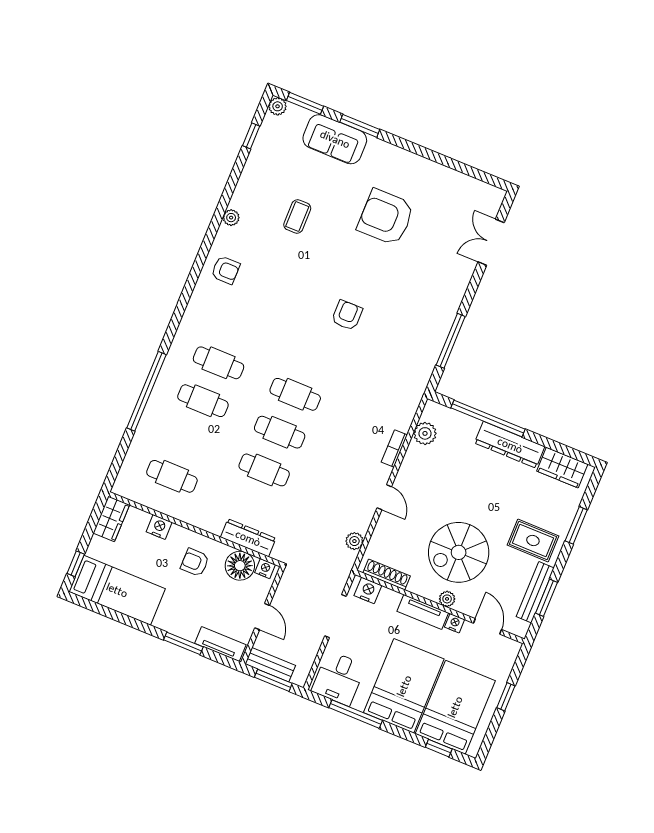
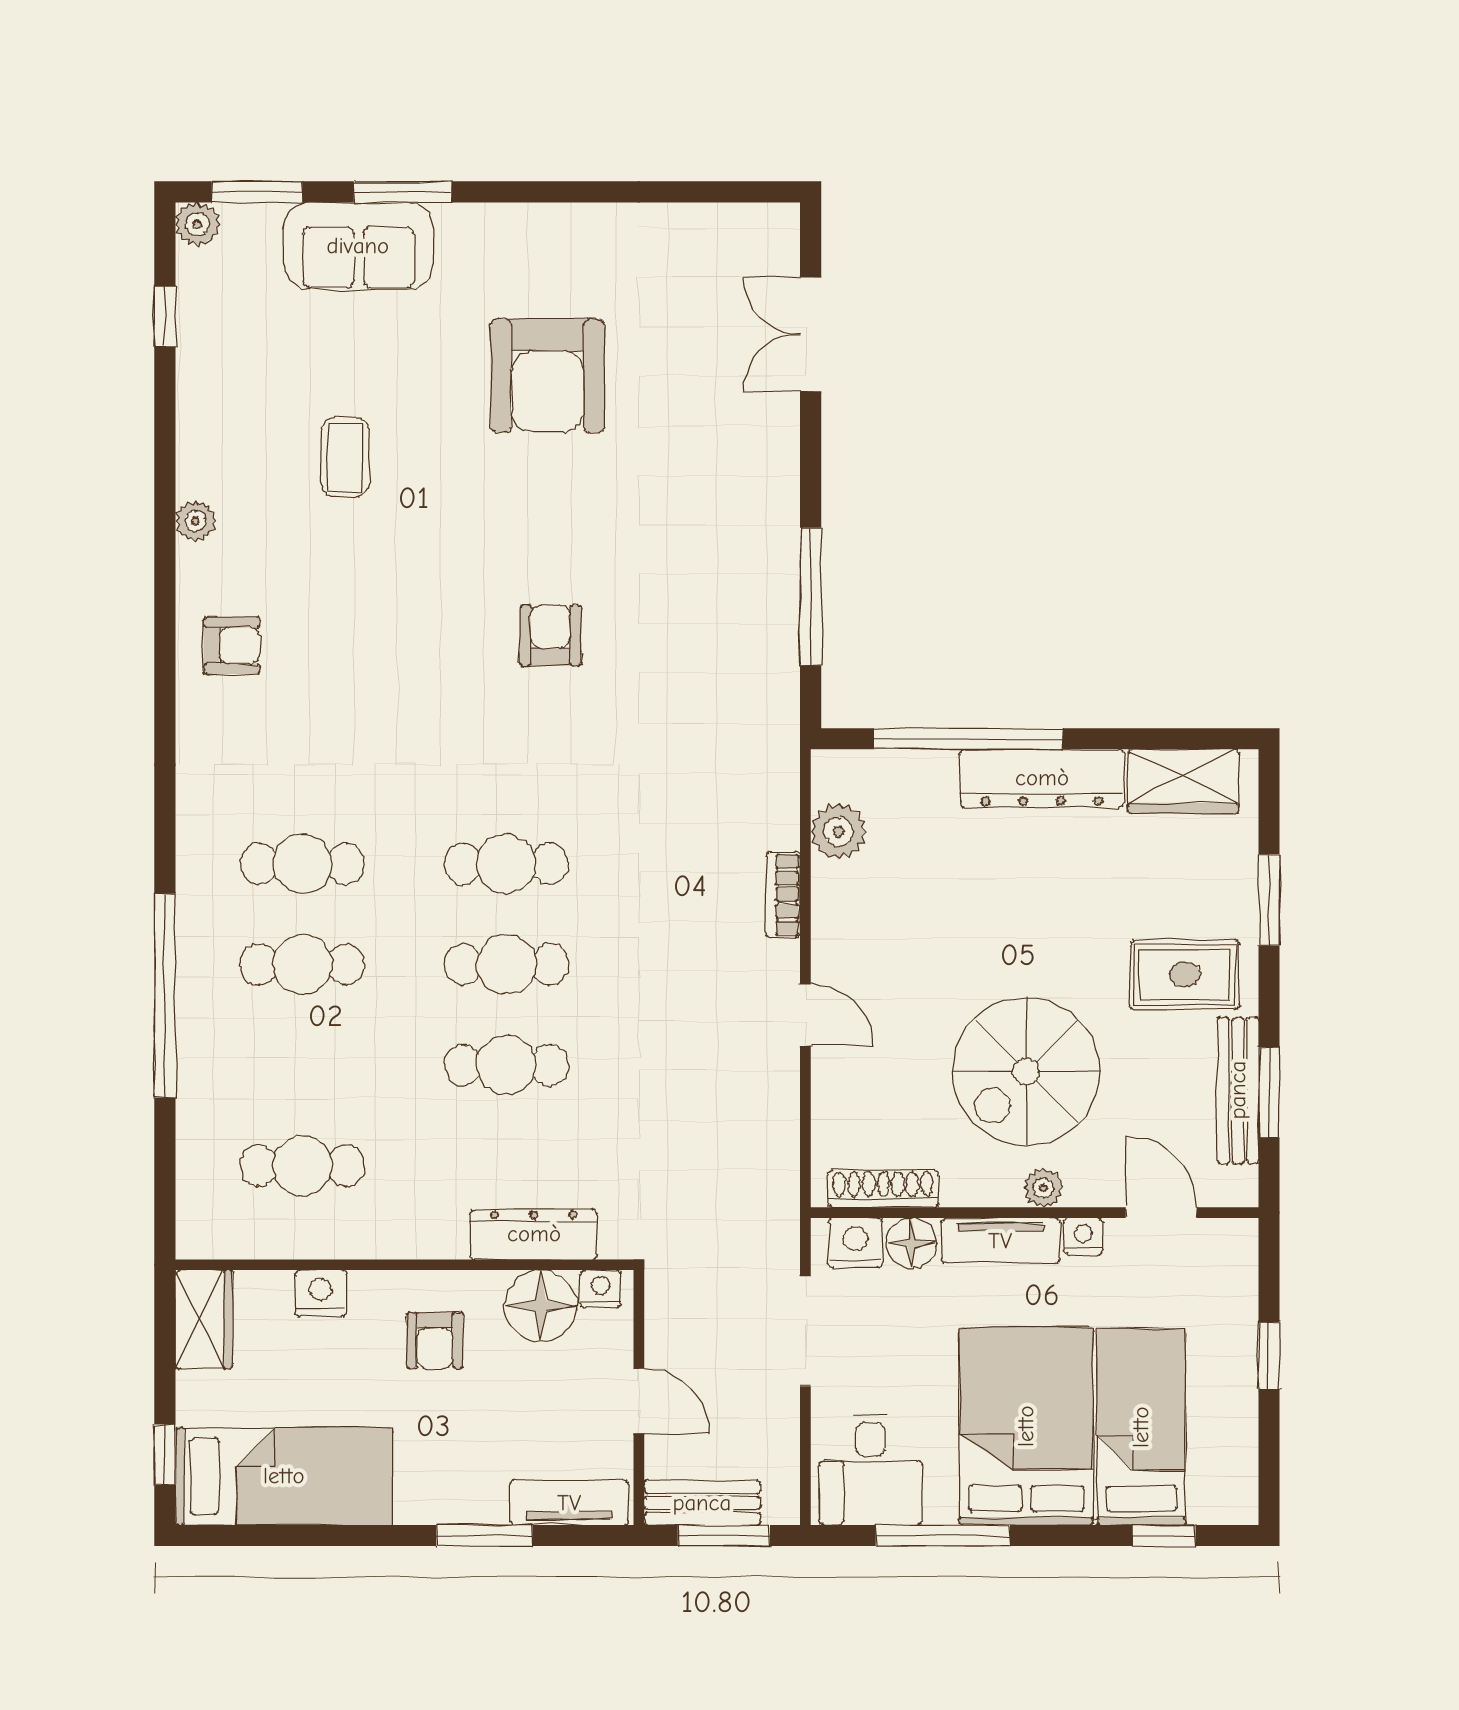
armchair: (386, 217) -> (547, 376), turned -90
plant: (354, 541) -> (779, 1143), removed
armchair: (195, 562) -> (435, 1340), turned -90
floor lamp: (389, 599) -> (912, 1243), added
bed: (455, 707) -> (1141, 1427), width x0.67

